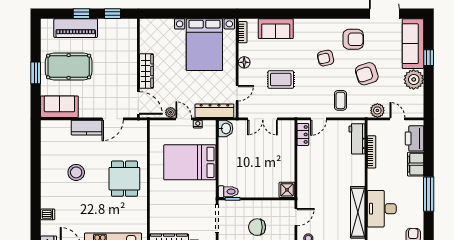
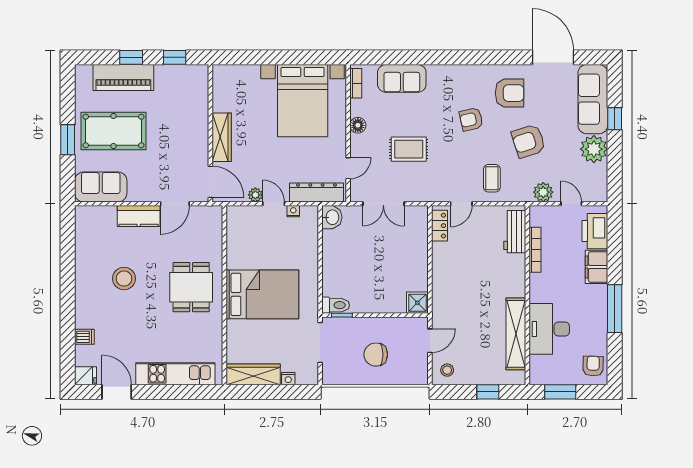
bed: (190, 162) -> (262, 294), moved, turned 180

